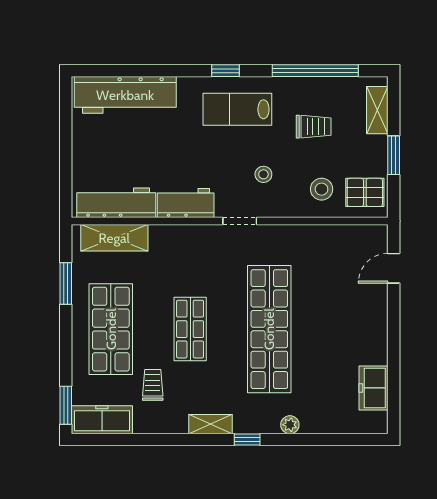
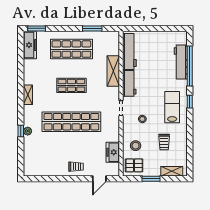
window: (315, 71) -> (190, 66), moved
workbench: (125, 95) -> (181, 62), width x0.73, depth x0.76
pallet: (365, 192) -> (134, 165), turned 90
shelving: (114, 238) -> (113, 71), moved
door: (394, 268) -> (99, 179), swing flipped
trolley: (153, 385) -> (76, 167), moved
freezer: (374, 388) -> (113, 152), moved, turned -90
window: (247, 439) -> (21, 131), moved

